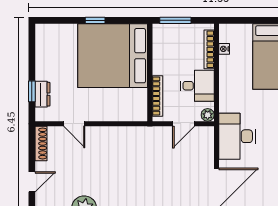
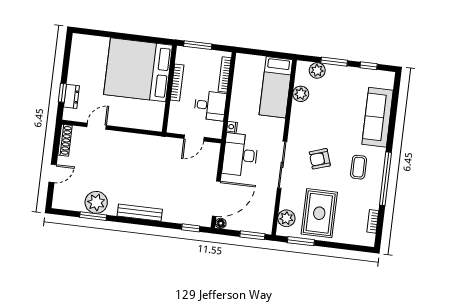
window: (95, 20) -> (126, 36), removed
nightstand: (224, 49) -> (232, 127), moved
bookcase: (157, 96) -> (177, 82), moved
plant: (208, 115) -> (216, 133), removed
door: (74, 124) -> (97, 126), swing flipped

